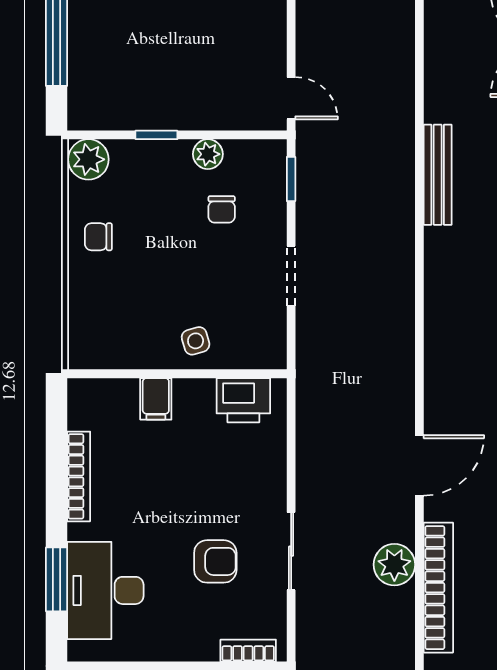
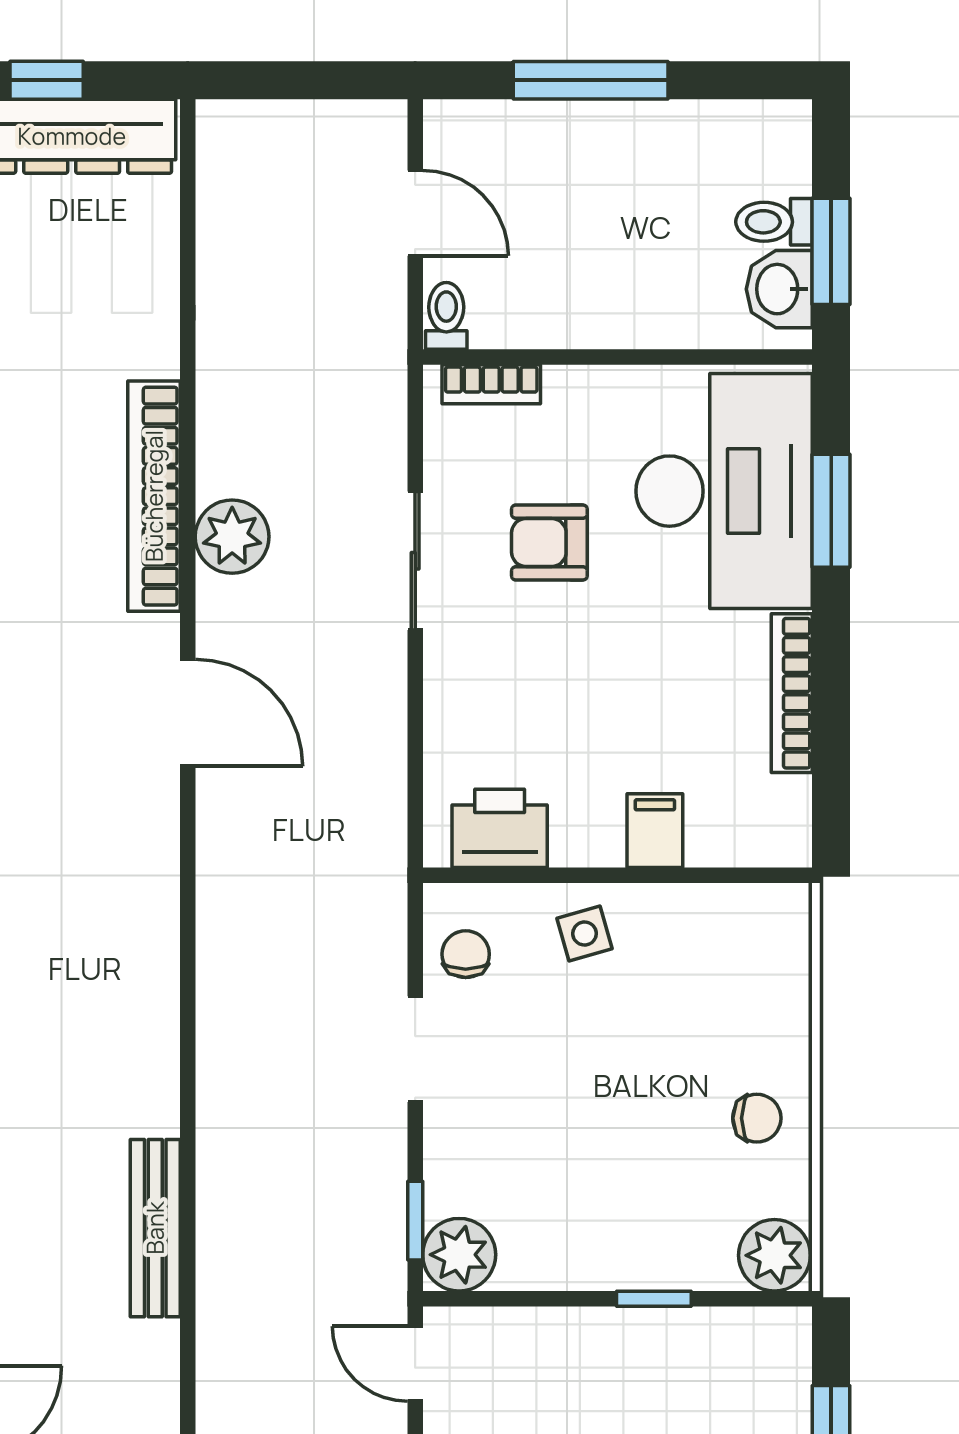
plant: (208, 154) -> (459, 1255), moved, width x1.38, depth x1.38
chair: (222, 209) -> (466, 954), moved
door: (419, 465) -> (188, 713), swing flipped
desk: (105, 590) -> (724, 491), width x1.36, depth x1.30

